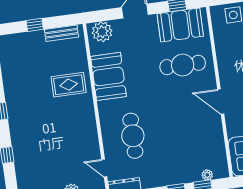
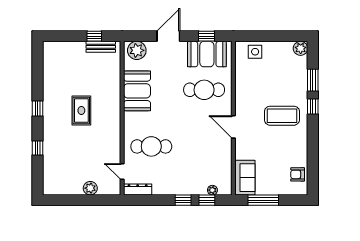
window: (35, 25) -> (94, 36), moved
rug: (69, 85) -> (81, 110), moved, turned 90
cafe table: (133, 136) -> (151, 146), turned 90

